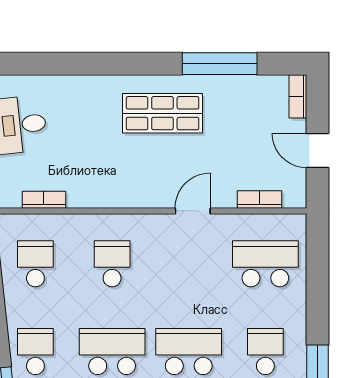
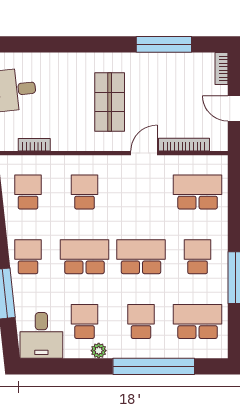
shop shelf: (162, 113) -> (110, 102), moved, turned 90
bookcase: (259, 199) -> (184, 145), width x1.56

